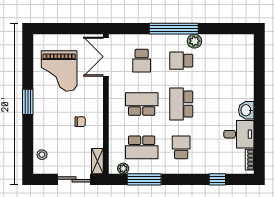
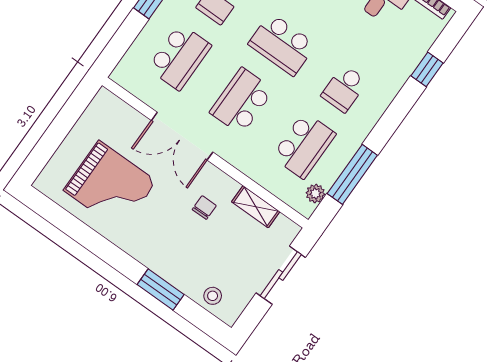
double door: (106, 57) -> (182, 136), moved
school desk: (142, 61) -> (179, 57), width x1.85
window: (28, 102) -> (161, 289), moved
school desk: (181, 147) -> (344, 89), turned -90
shelving: (97, 161) -> (256, 207), moved

